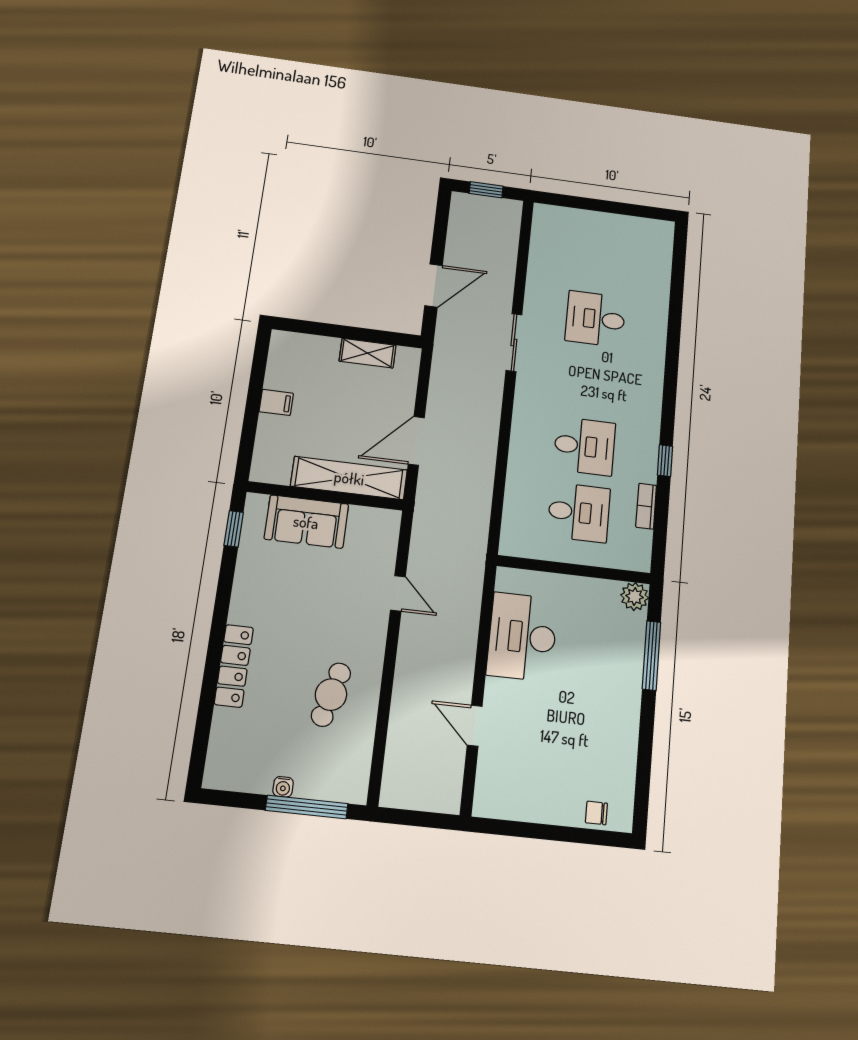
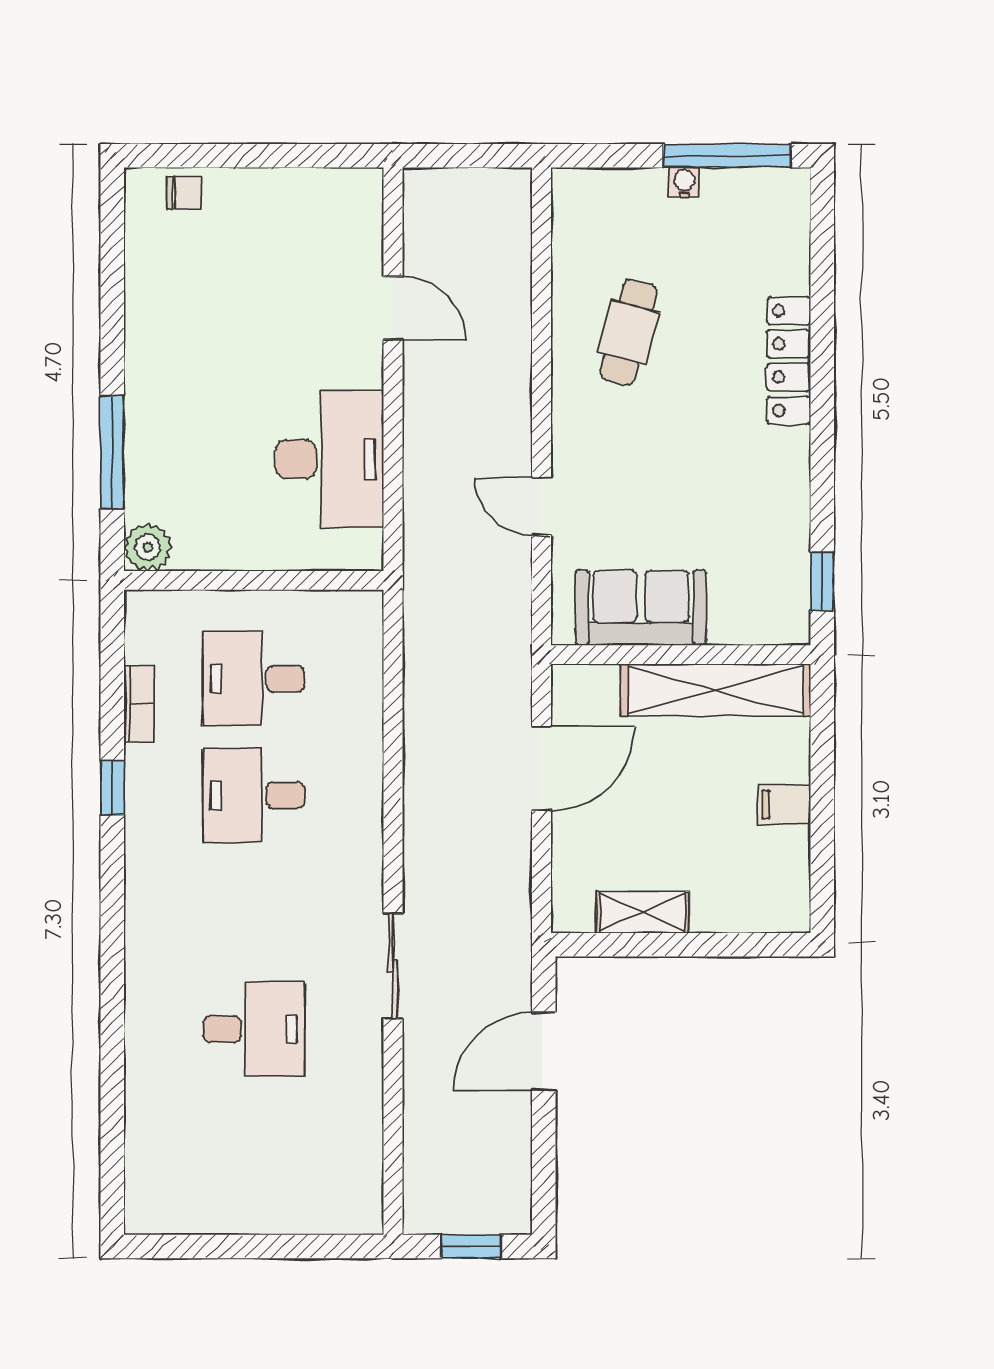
shelving: (349, 478) -> (716, 690), moved
sofa: (306, 522) -> (641, 608), moved
window: (307, 807) -> (727, 156), moved

